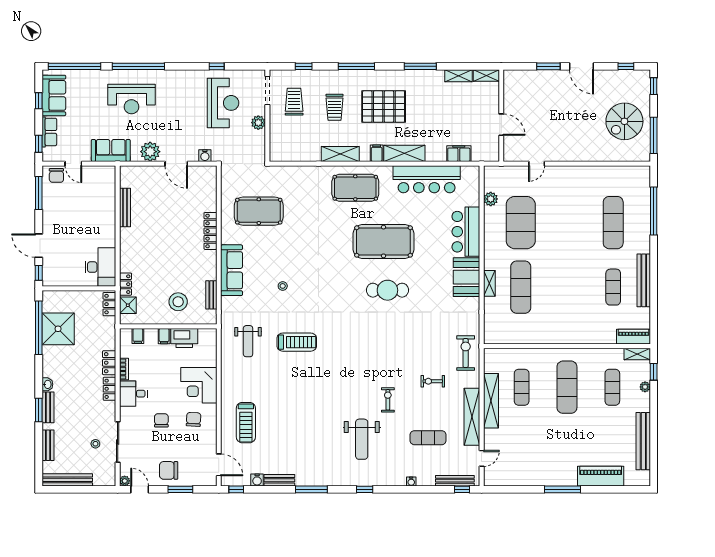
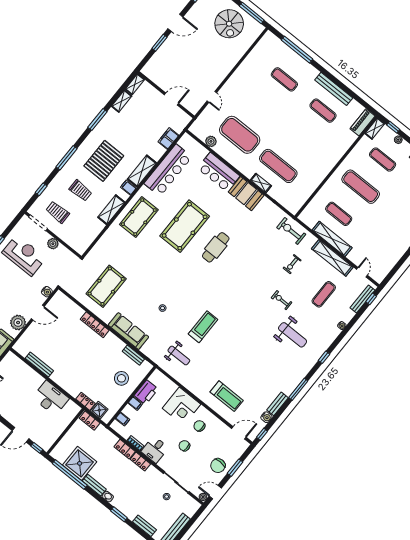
exercise mat: (613, 223) -> (284, 79), width x0.73, depth x0.69
desk: (100, 267) -> (51, 398), moved
bench: (48, 407) -> (94, 485), moved

